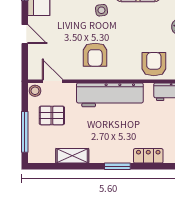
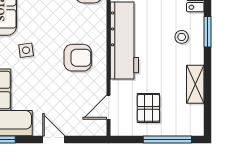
door: (25, 34) -> (54, 139), hinge flipped
stool: (35, 91) -> (182, 37), moved

